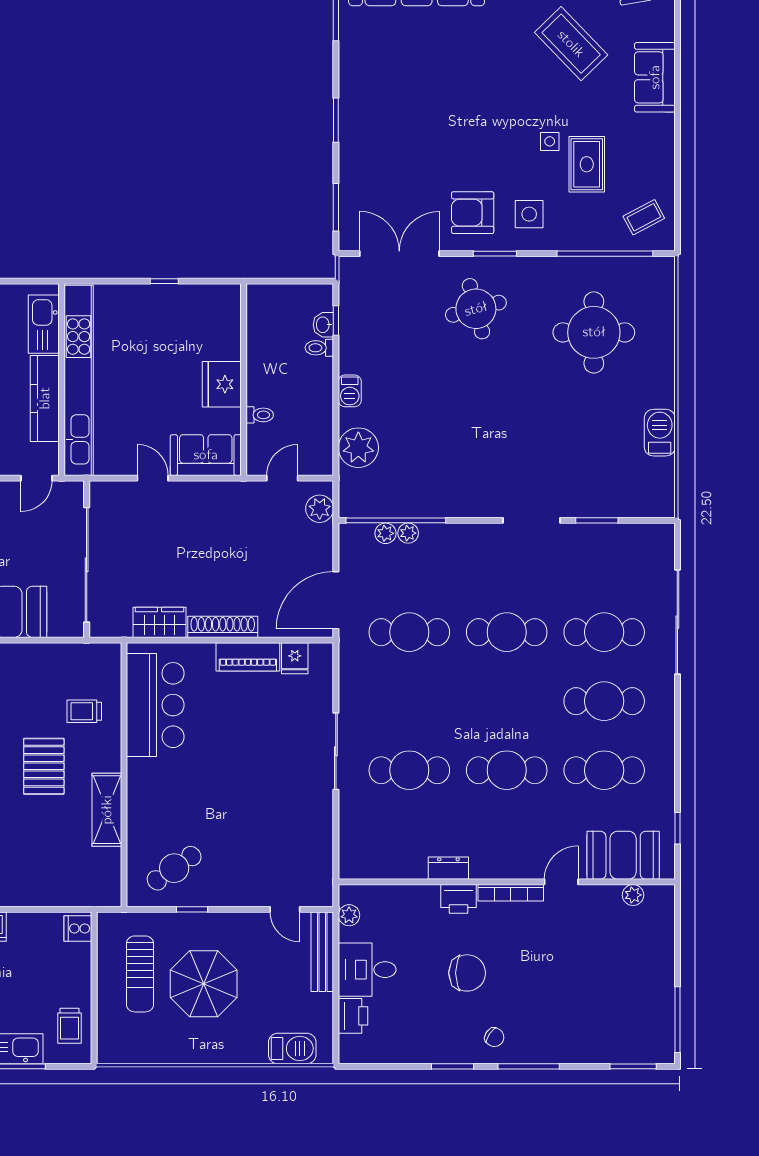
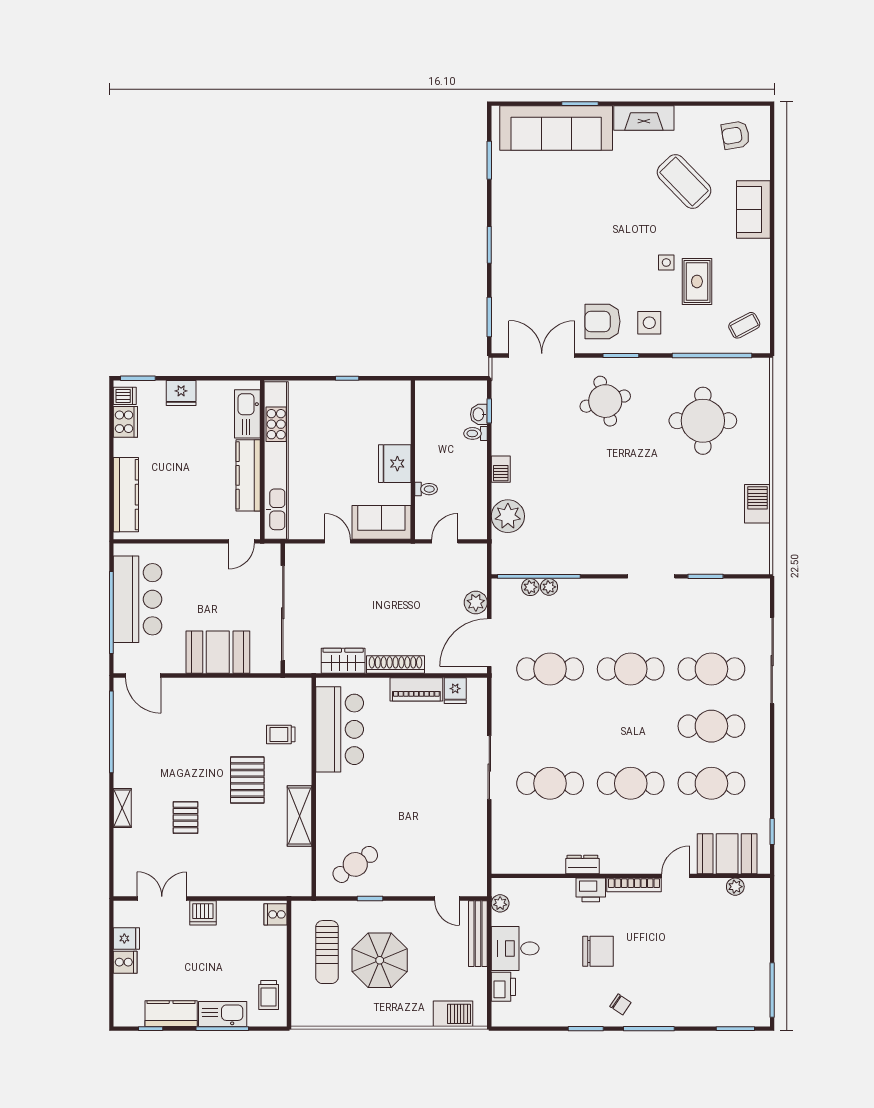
plant: (320, 509) -> (476, 603), moved

